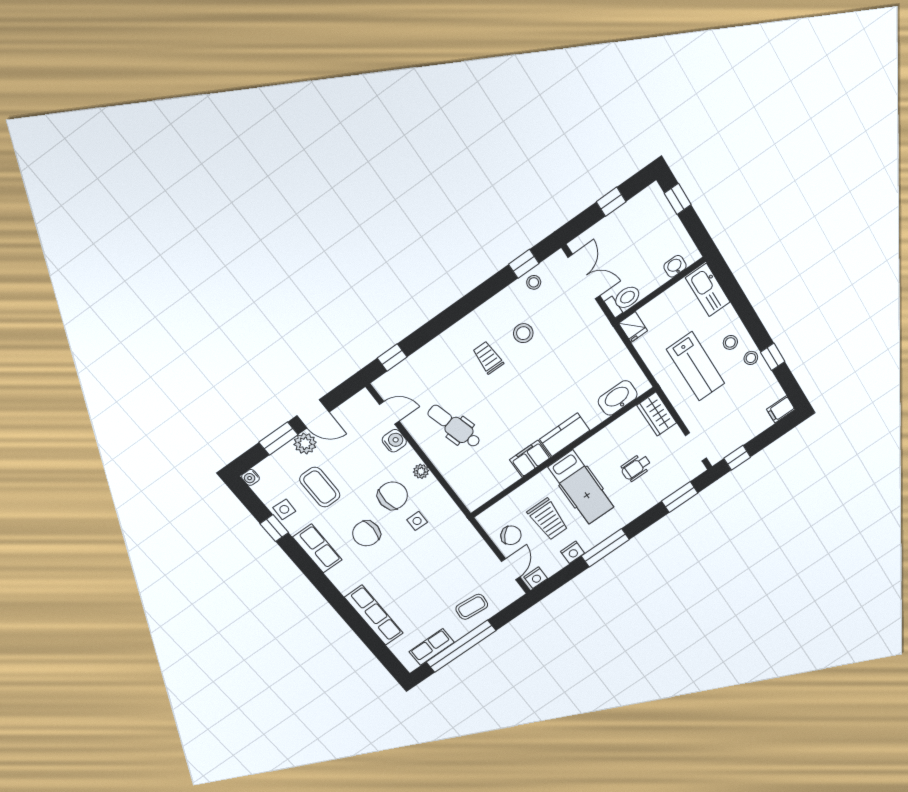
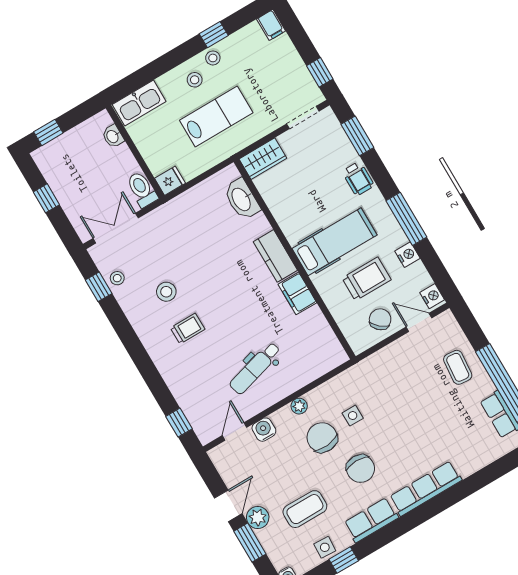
trolley: (488, 358) -> (188, 329), turned 180
wheelchair: (636, 467) -> (358, 179), moved
row of seats: (374, 615) -> (426, 488), moved

